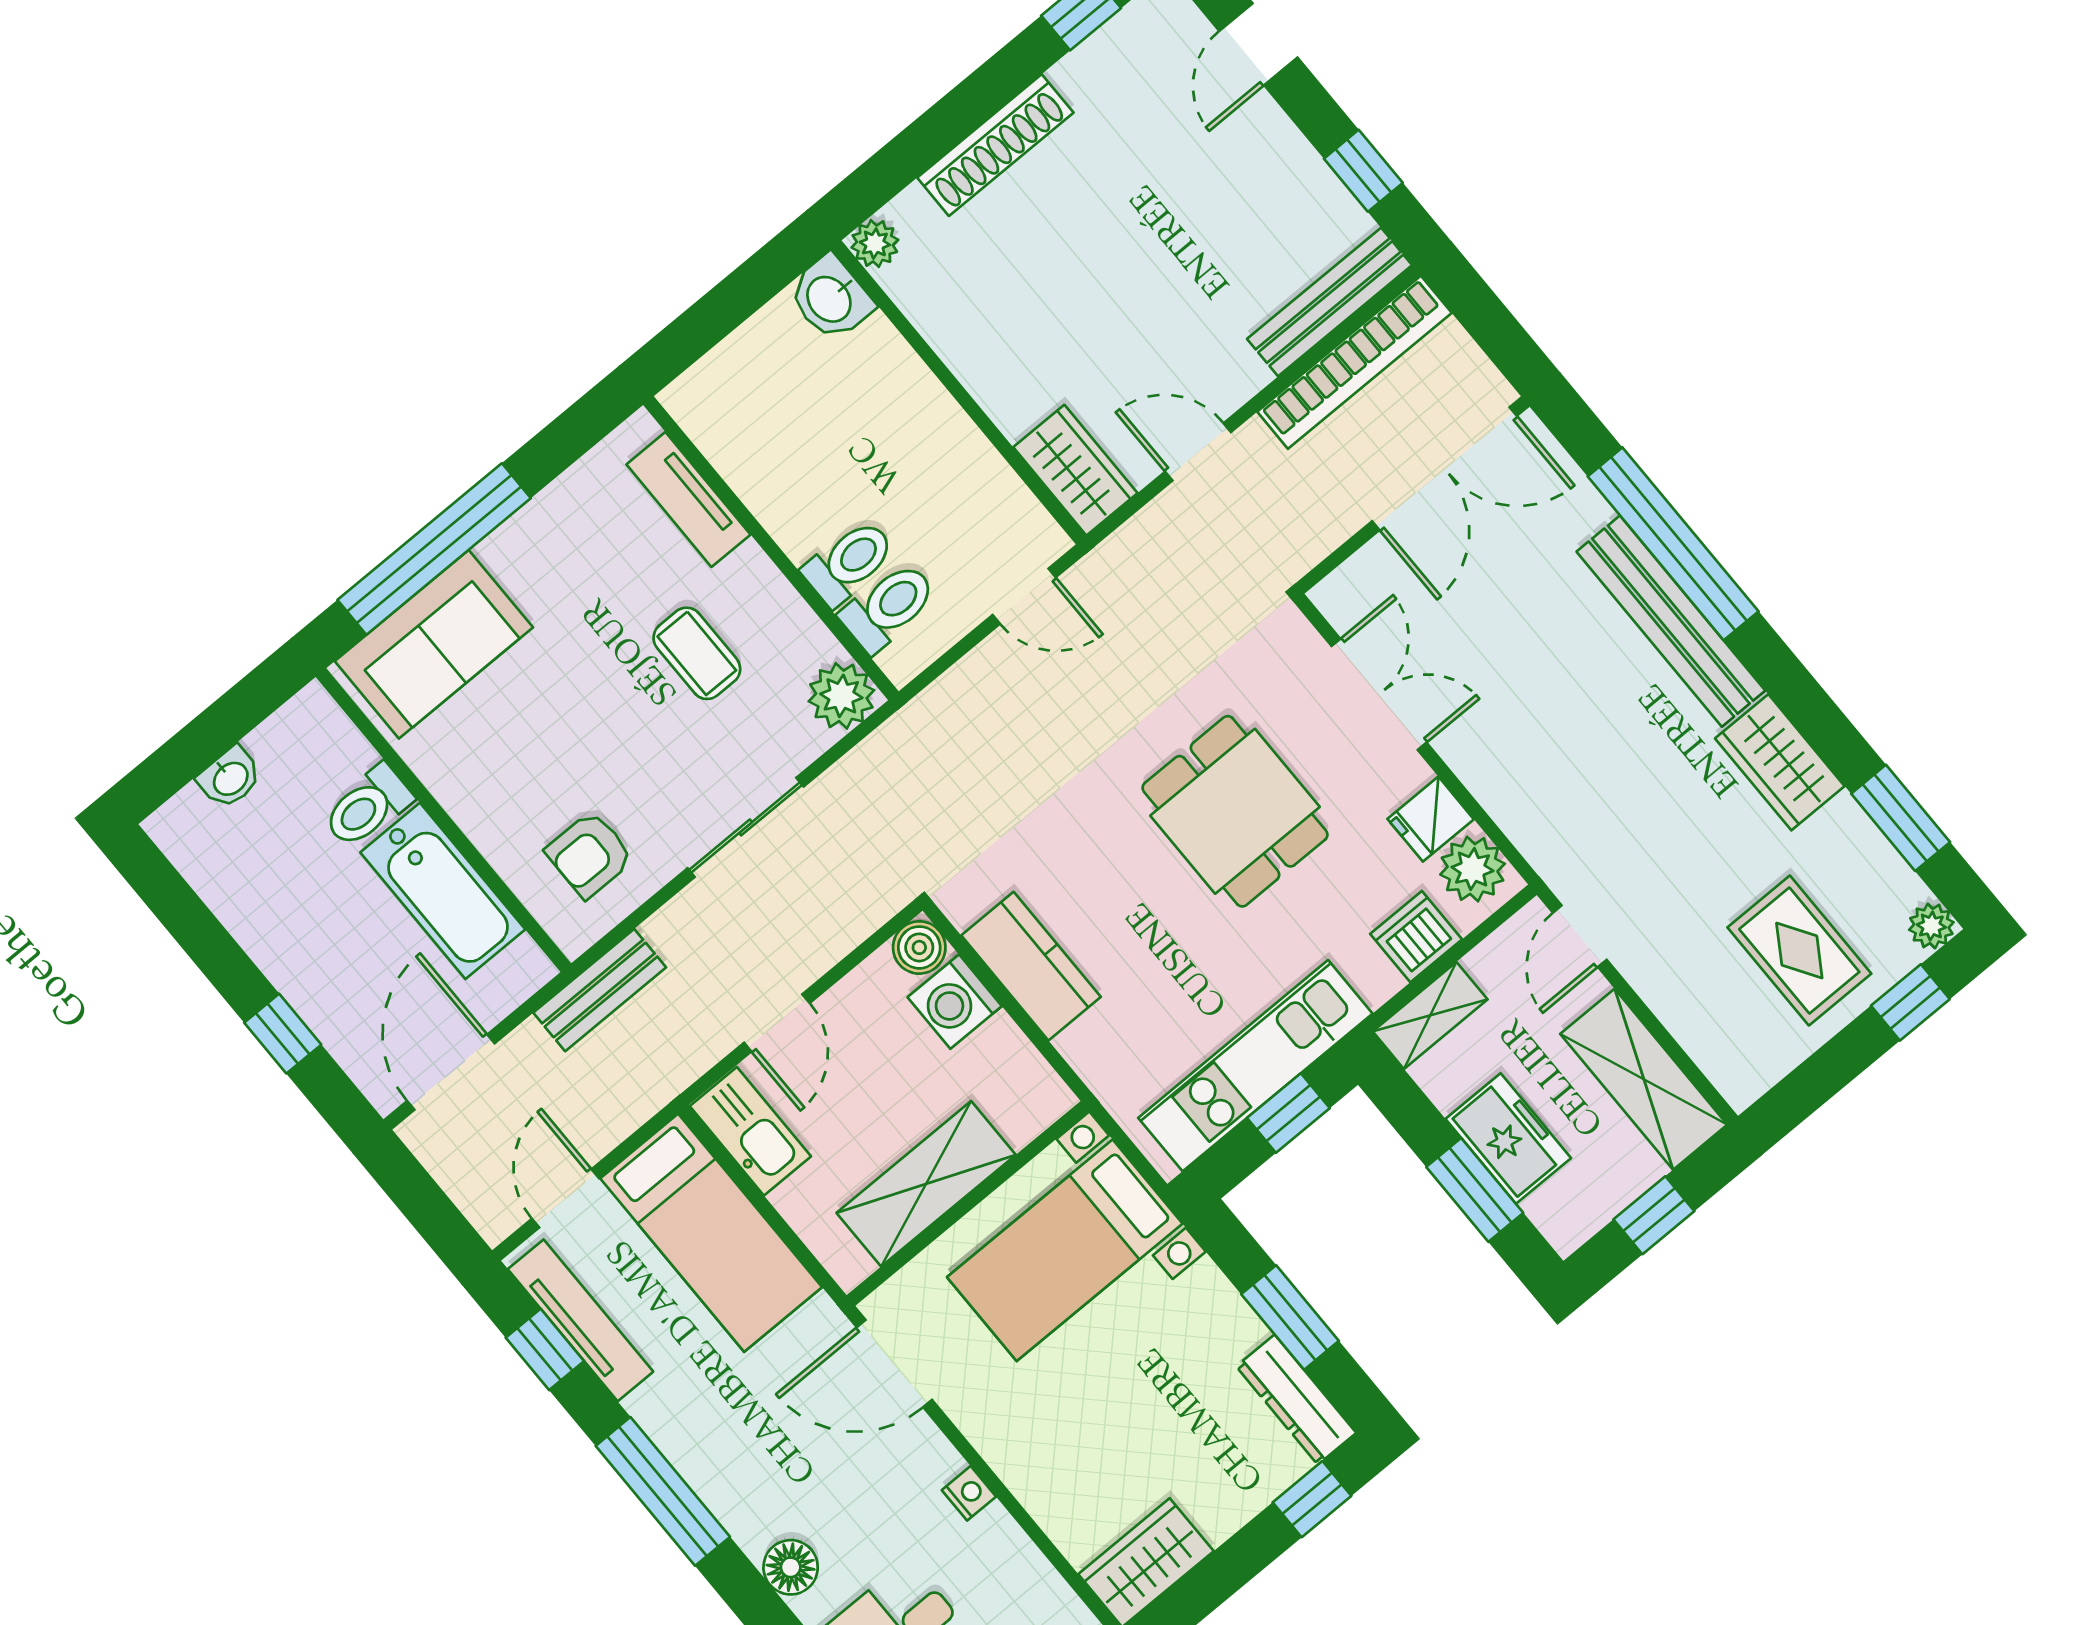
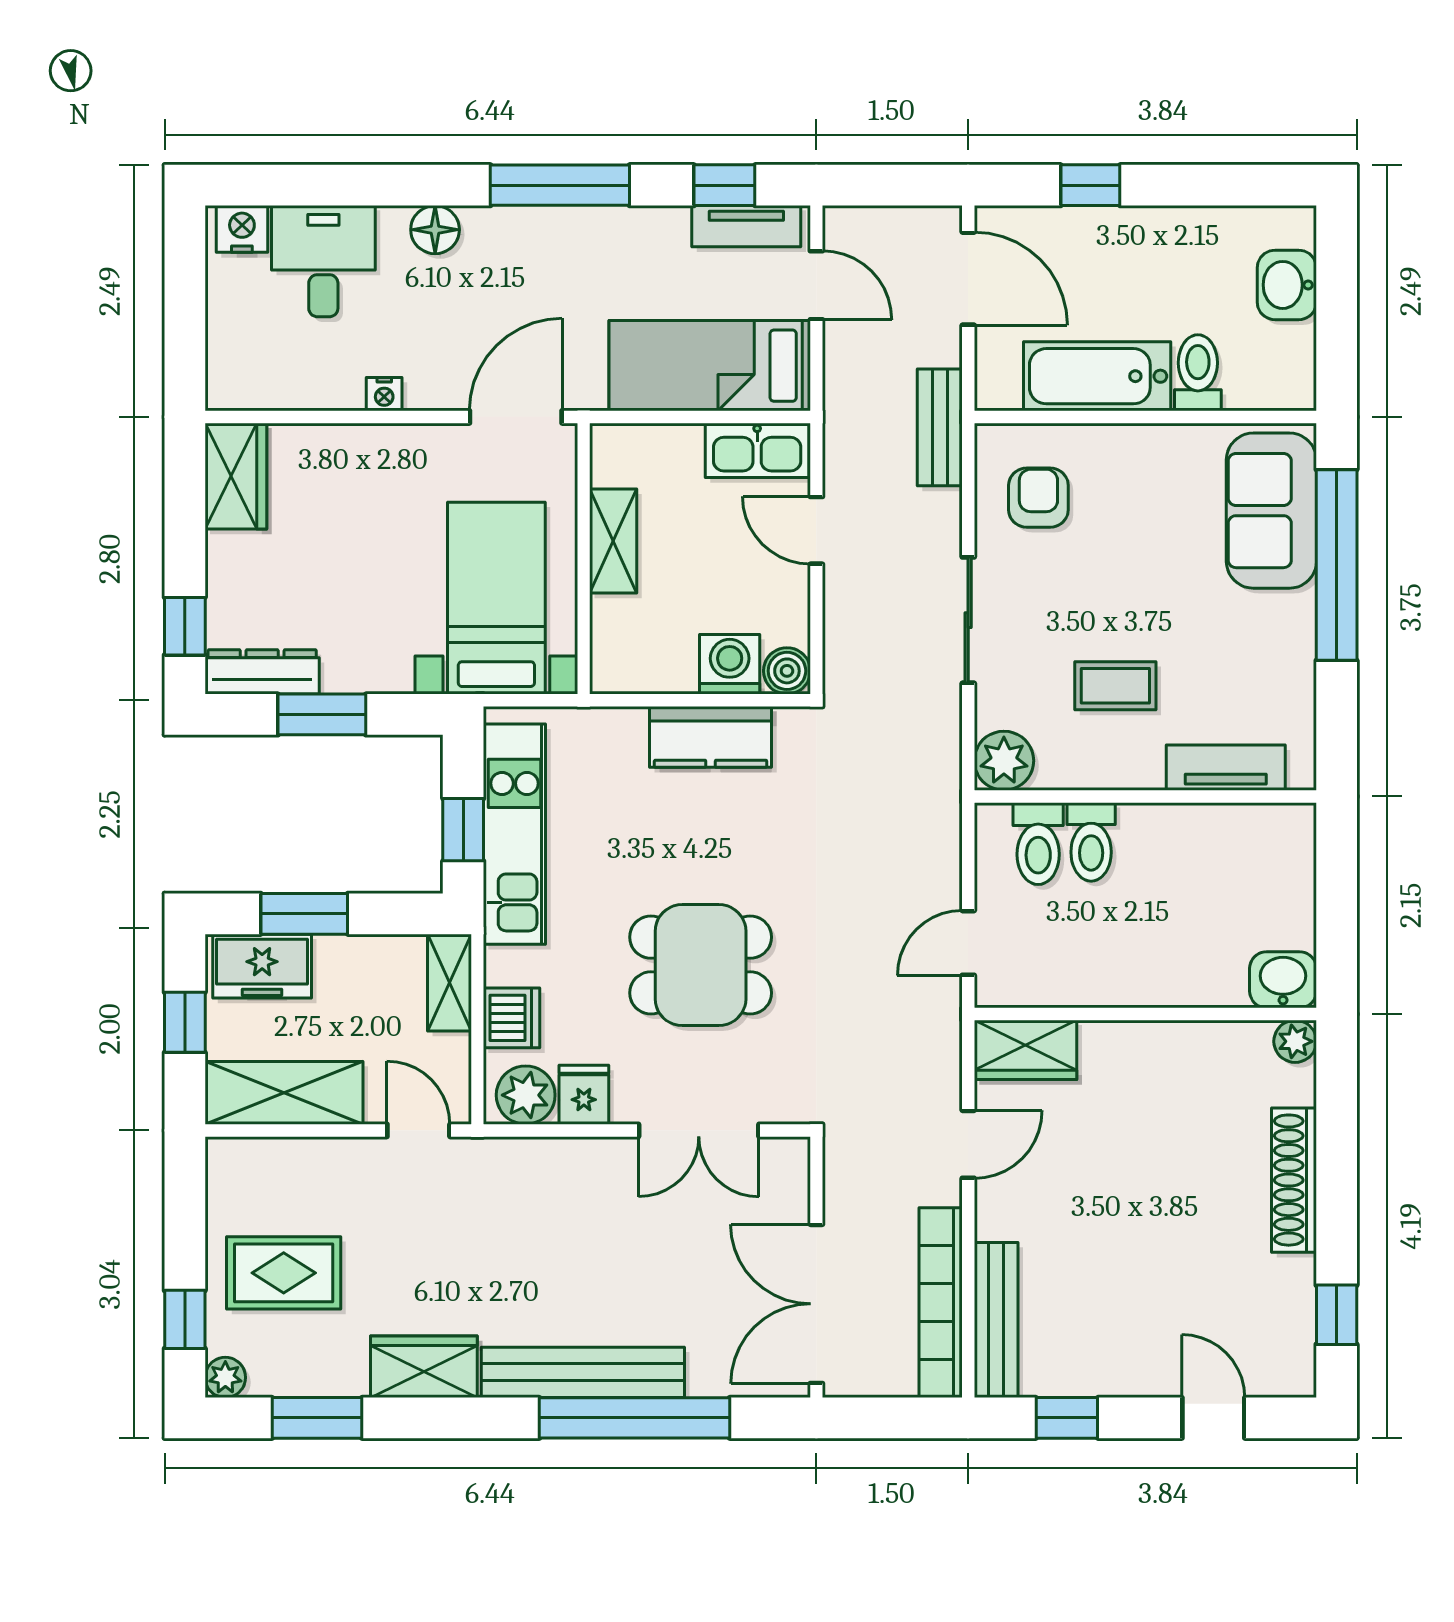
washbasin: (230, 778) -> (1287, 285), width x1.38, depth x1.45
freezer: (1508, 1139) -> (262, 966), moved
shelving: (926, 1184) -> (613, 541), width x0.67, depth x0.75
tv unit: (581, 1320) -> (746, 226), width x0.71

